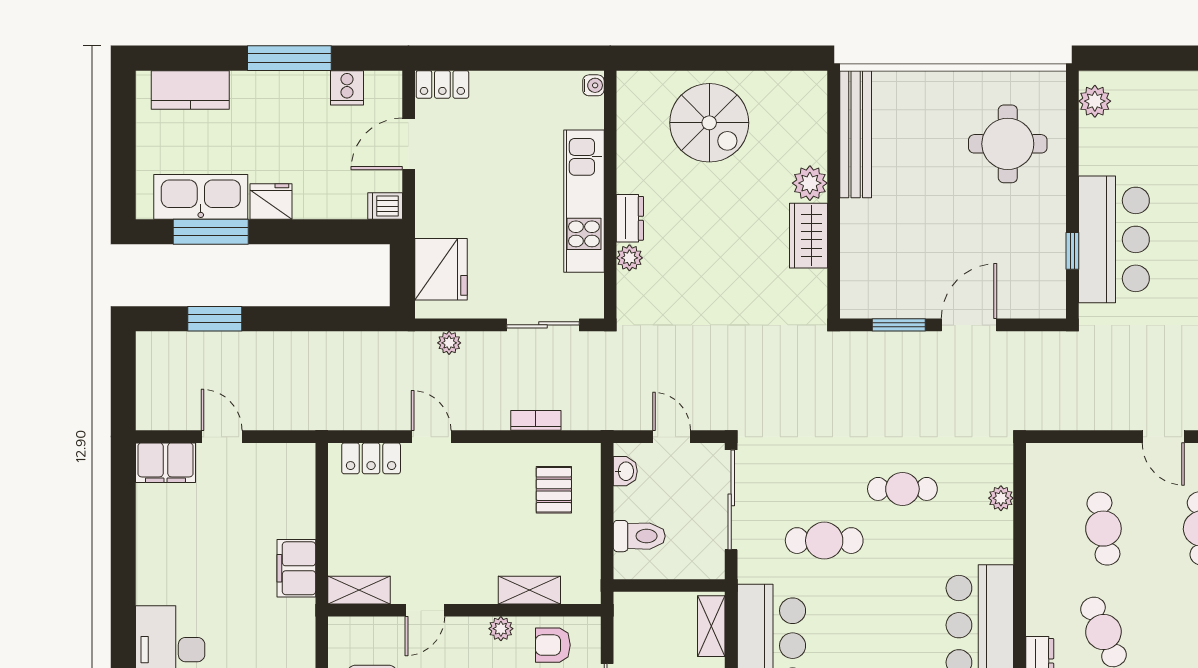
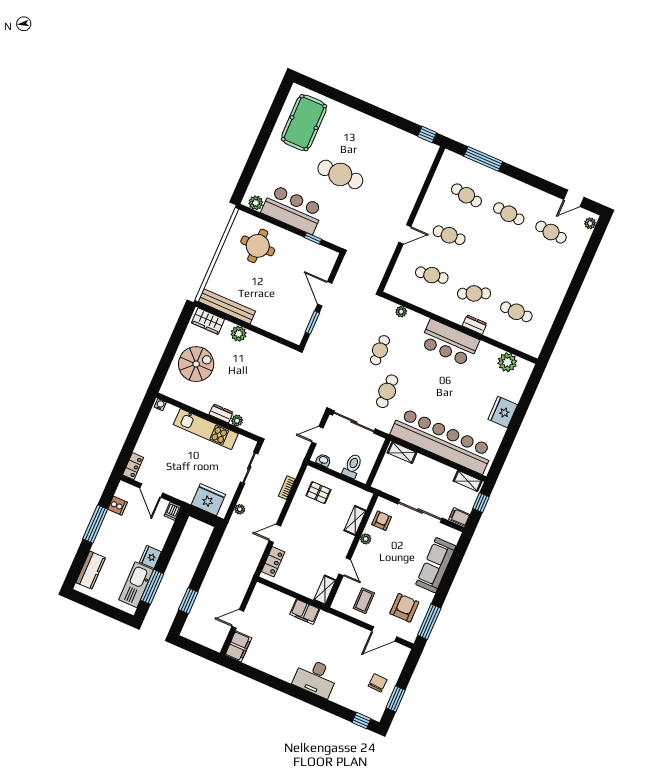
wardrobe: (809, 236) -> (208, 321), moved
bar counter: (1114, 239) -> (293, 210), moved
armchair: (553, 645) -> (382, 521), turned 180

